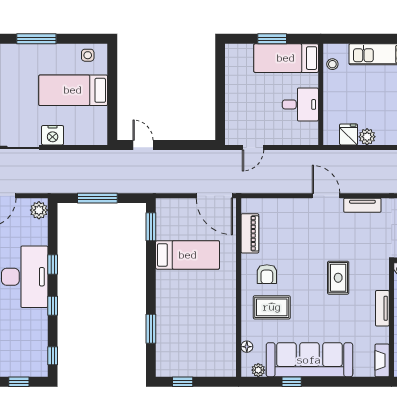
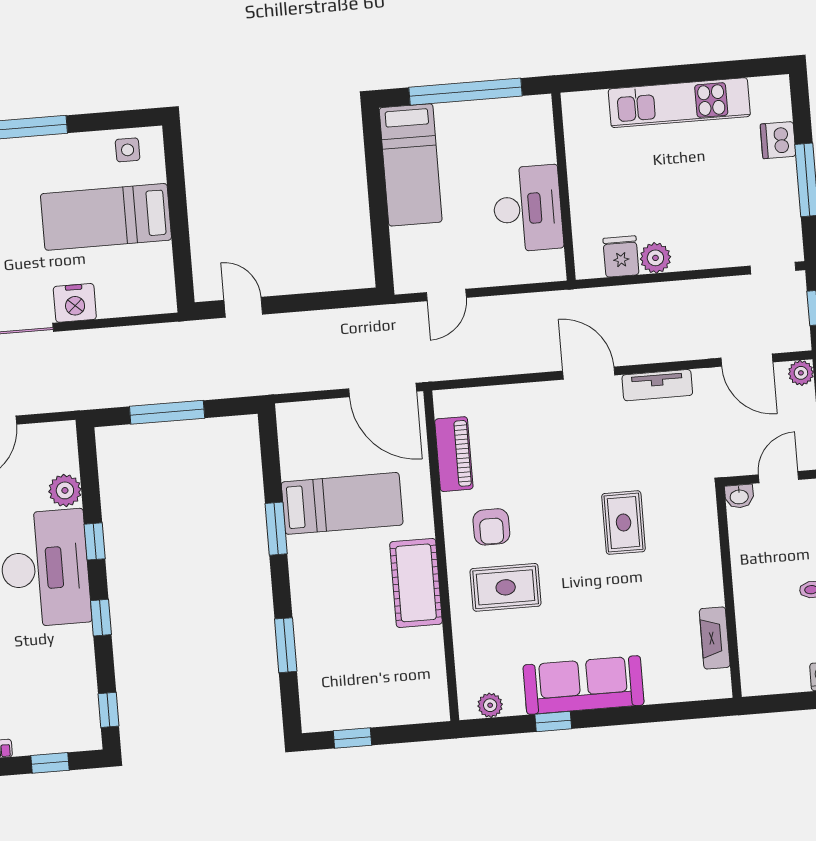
window: (272, 39) -> (465, 92), width x2.11
bed: (286, 58) -> (411, 165), moved, turned -90
stool: (332, 64) -> (581, 129), removed
desk: (300, 104) -> (528, 209), width x1.37
plant: (39, 210) -> (65, 490), moved
window: (151, 227) -> (276, 529), moved
cot: (224, 301) -> (416, 583), added
tv unit: (382, 308) -> (710, 572), removed
floor lamp: (247, 347) -> (465, 664), removed
sofa: (309, 360) -> (584, 685), width x0.74, depth x0.79
fireplace: (382, 360) -> (715, 638), moved

